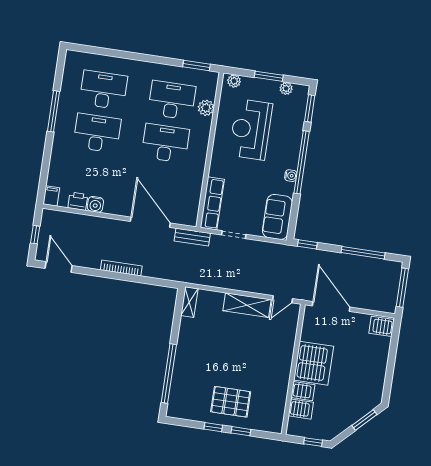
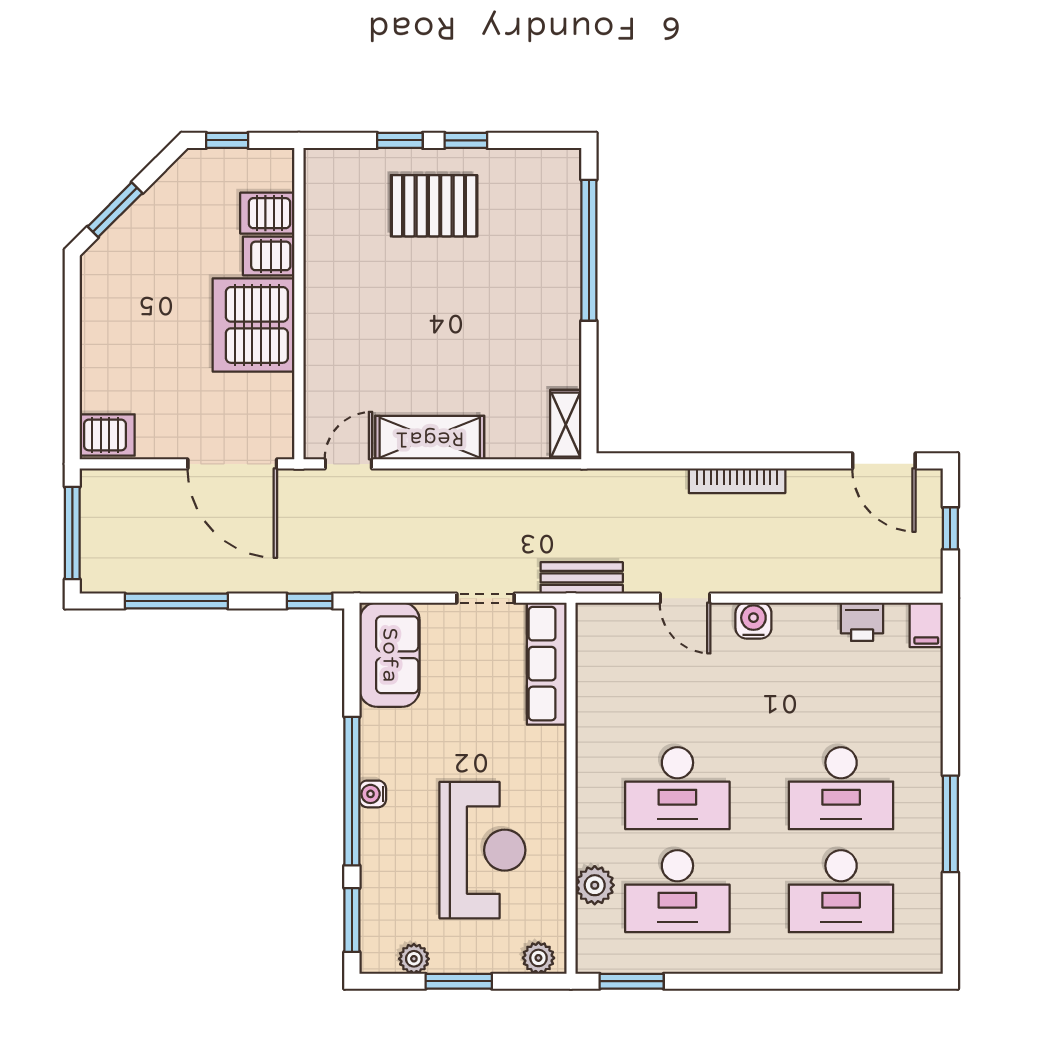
water cooler: (291, 176) -> (373, 794), moved
water cooler: (95, 204) -> (753, 621), moved
door: (150, 222) -> (685, 598), width x0.53

